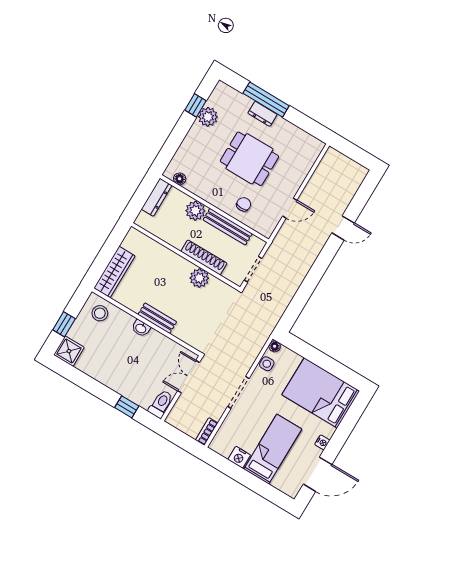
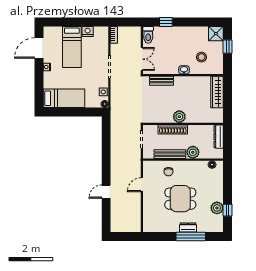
dresser: (157, 197) -> (219, 137), moved
plant: (199, 278) -> (179, 117), moved
stool: (100, 313) -> (201, 57), moved
bench: (157, 318) -> (161, 81), moved
bed: (321, 393) -> (64, 98), width x0.67

